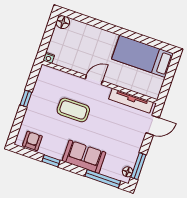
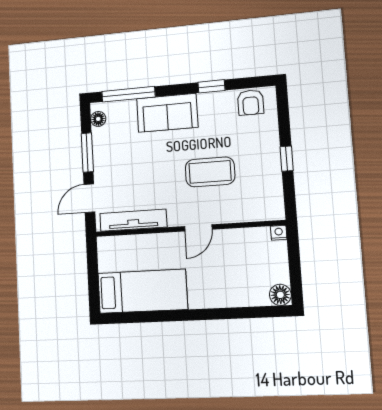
window: (138, 166) -> (87, 153), moved

